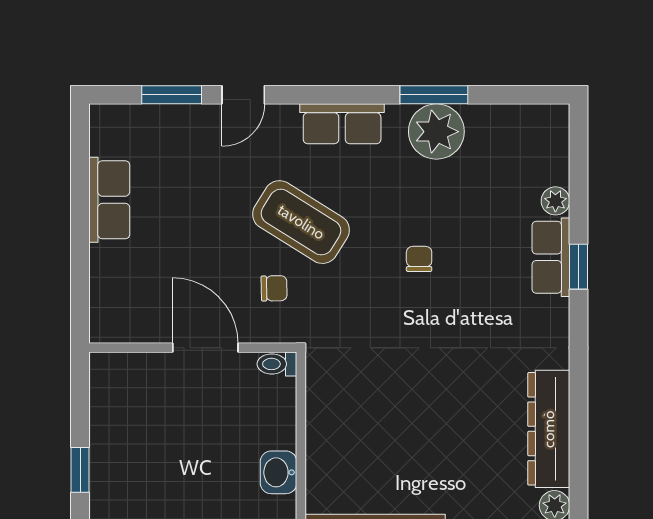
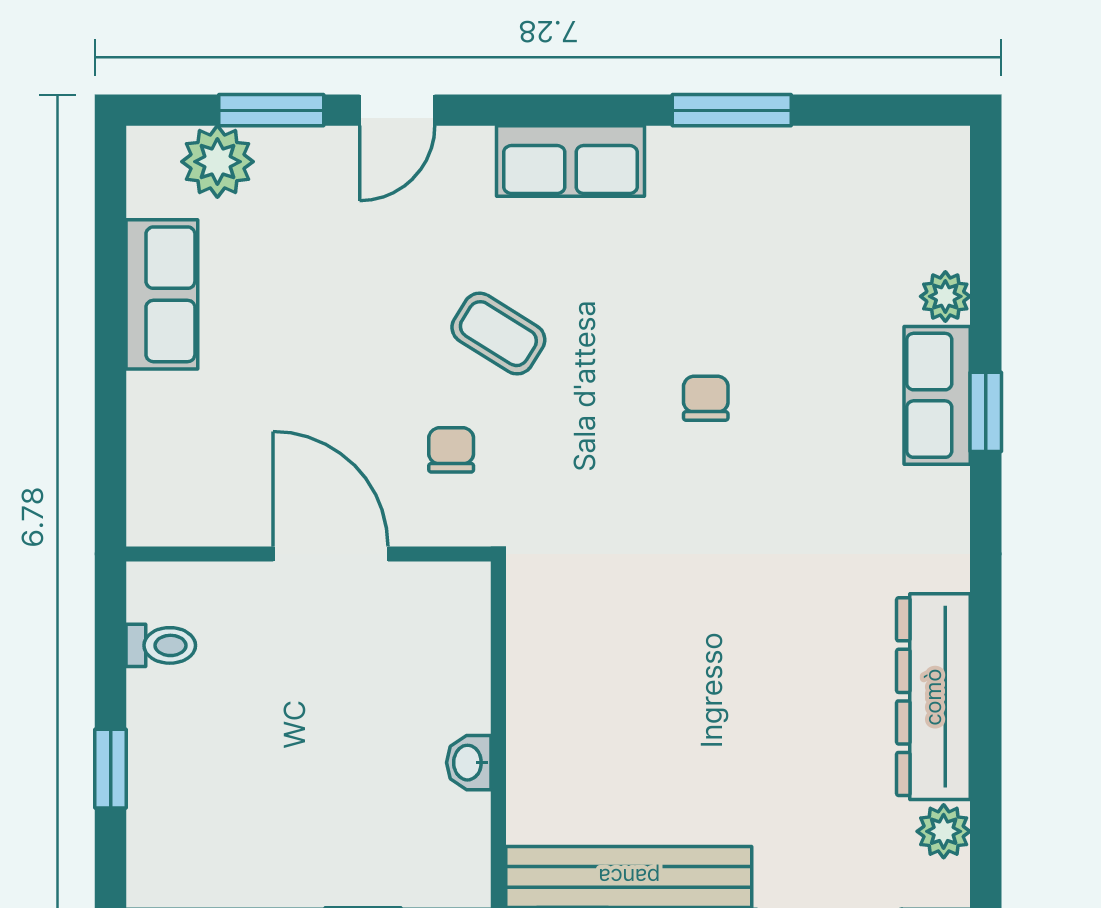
plant: (436, 132) -> (217, 162), moved, width x0.73, depth x0.73
coffee table: (301, 222) -> (498, 334), width x0.54, depth x0.58
chair: (274, 288) -> (451, 450), turned -89
toilet: (277, 364) -> (161, 645), moved, turned 180
washbasin: (279, 472) -> (469, 763), width x0.72, depth x0.69

